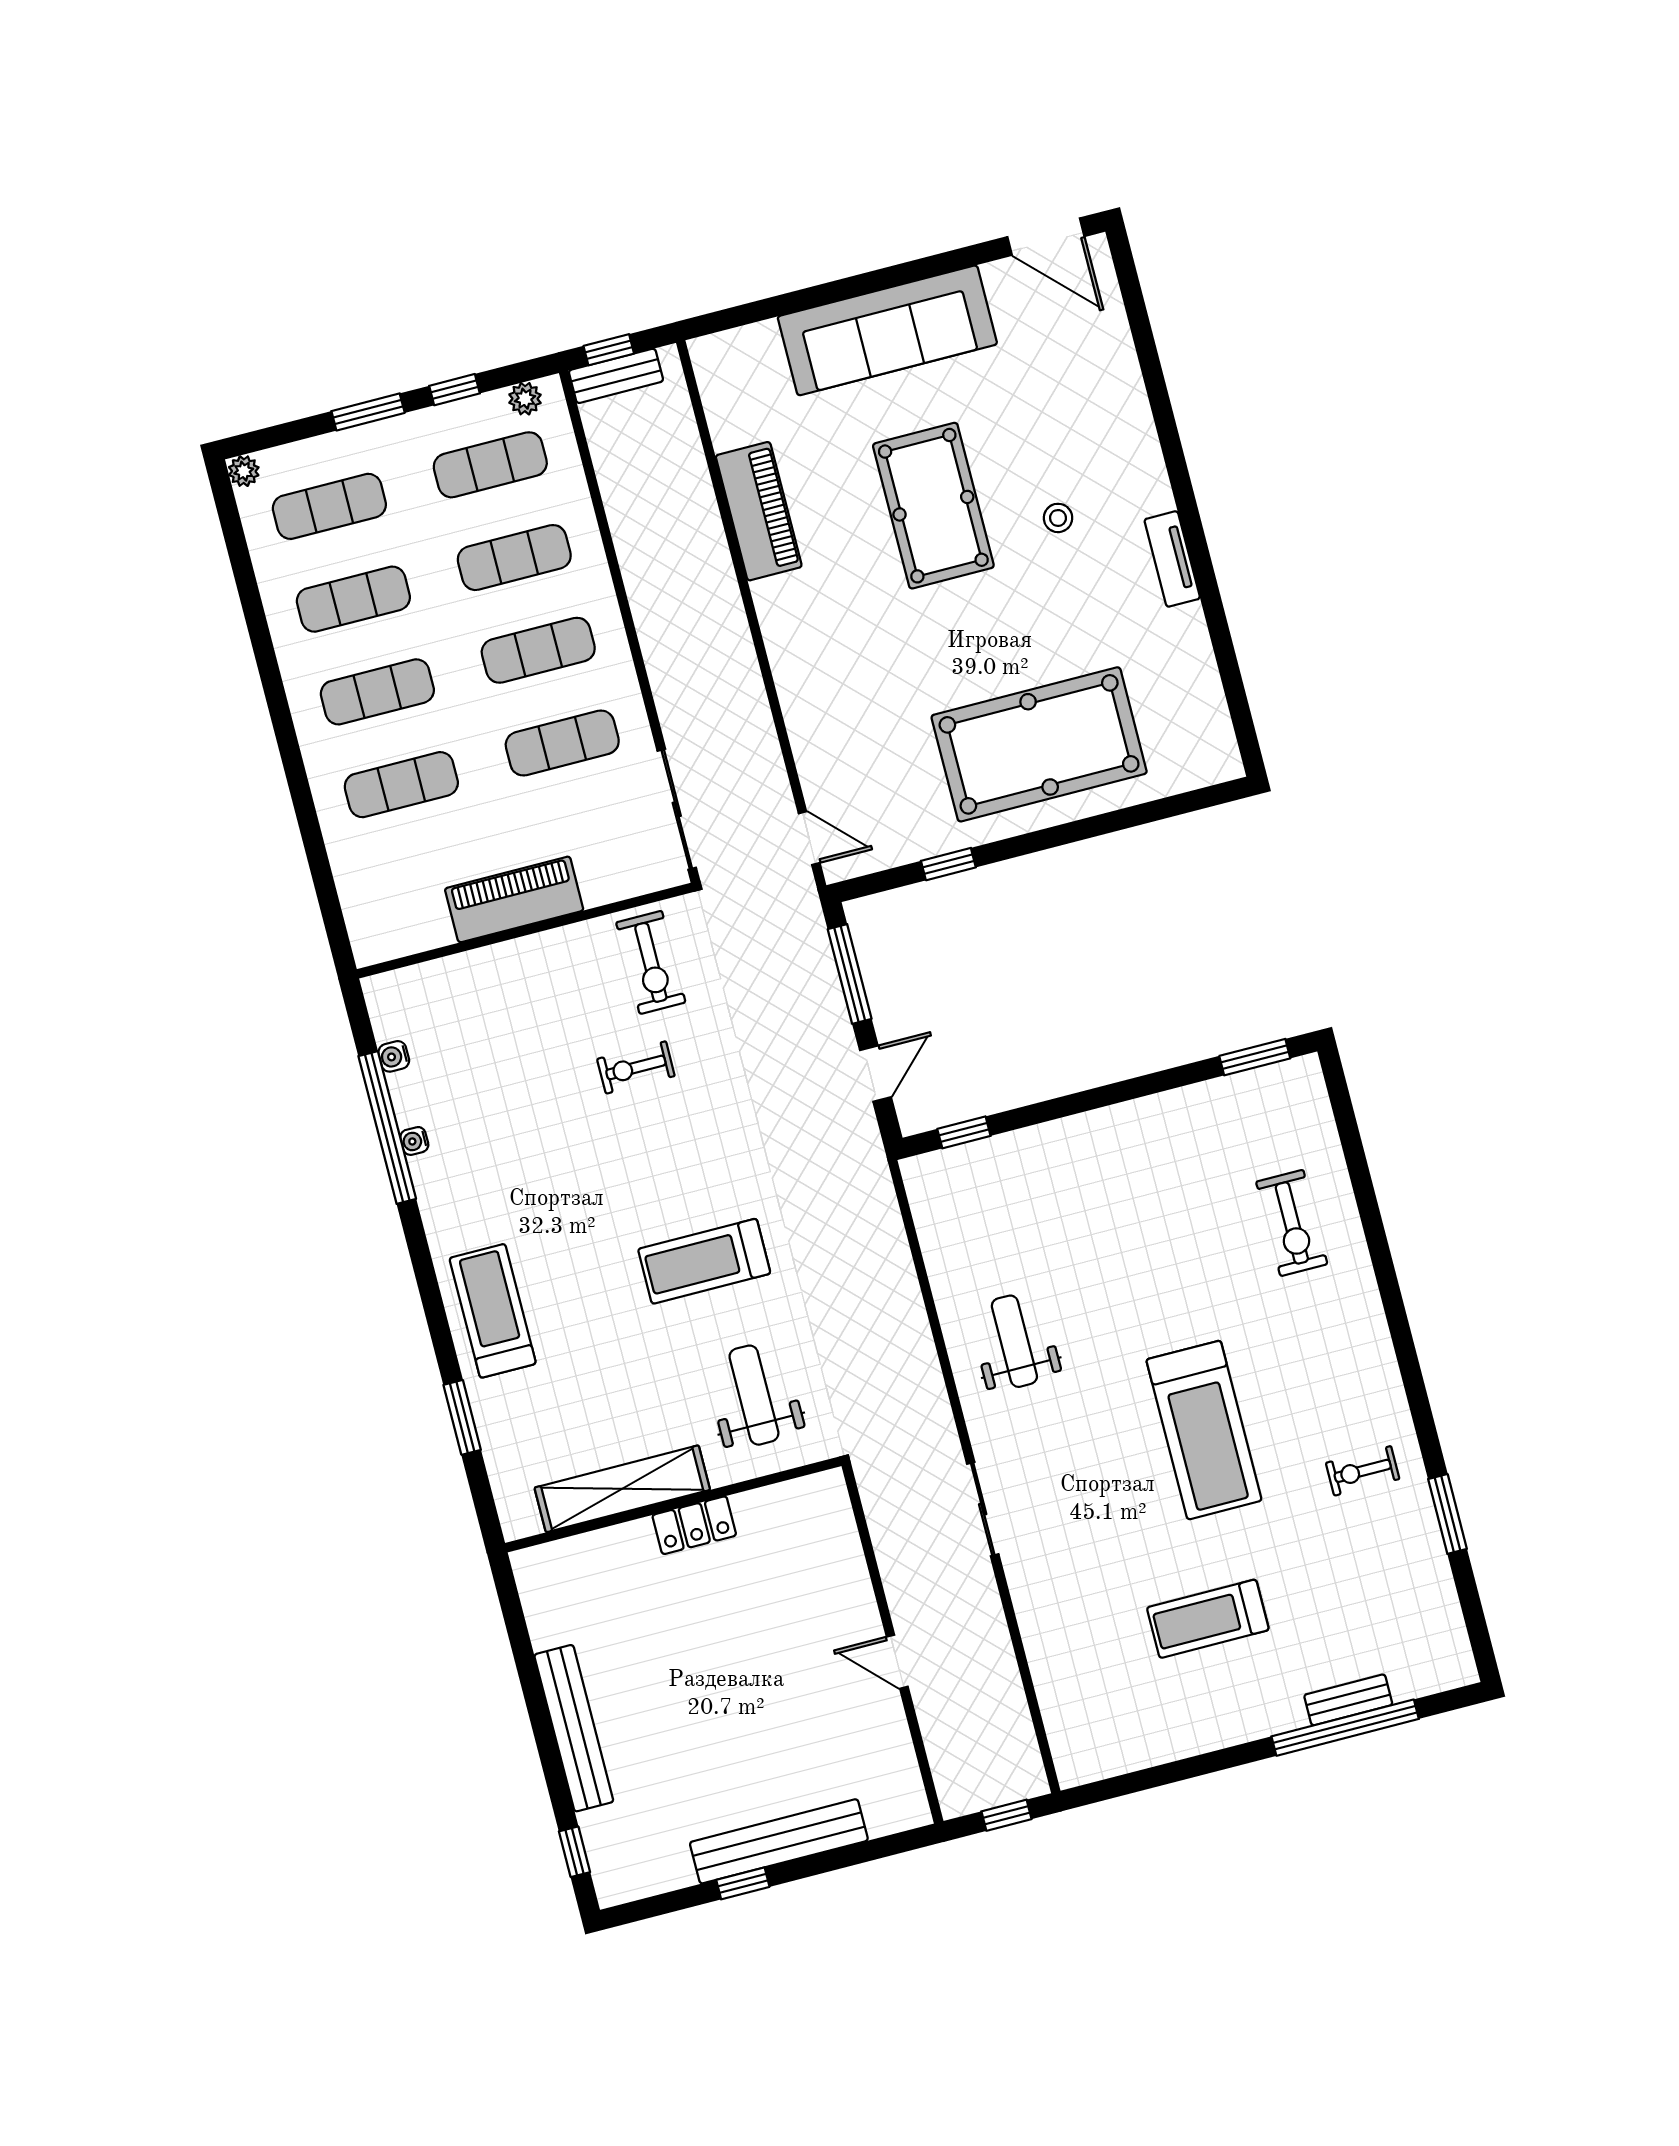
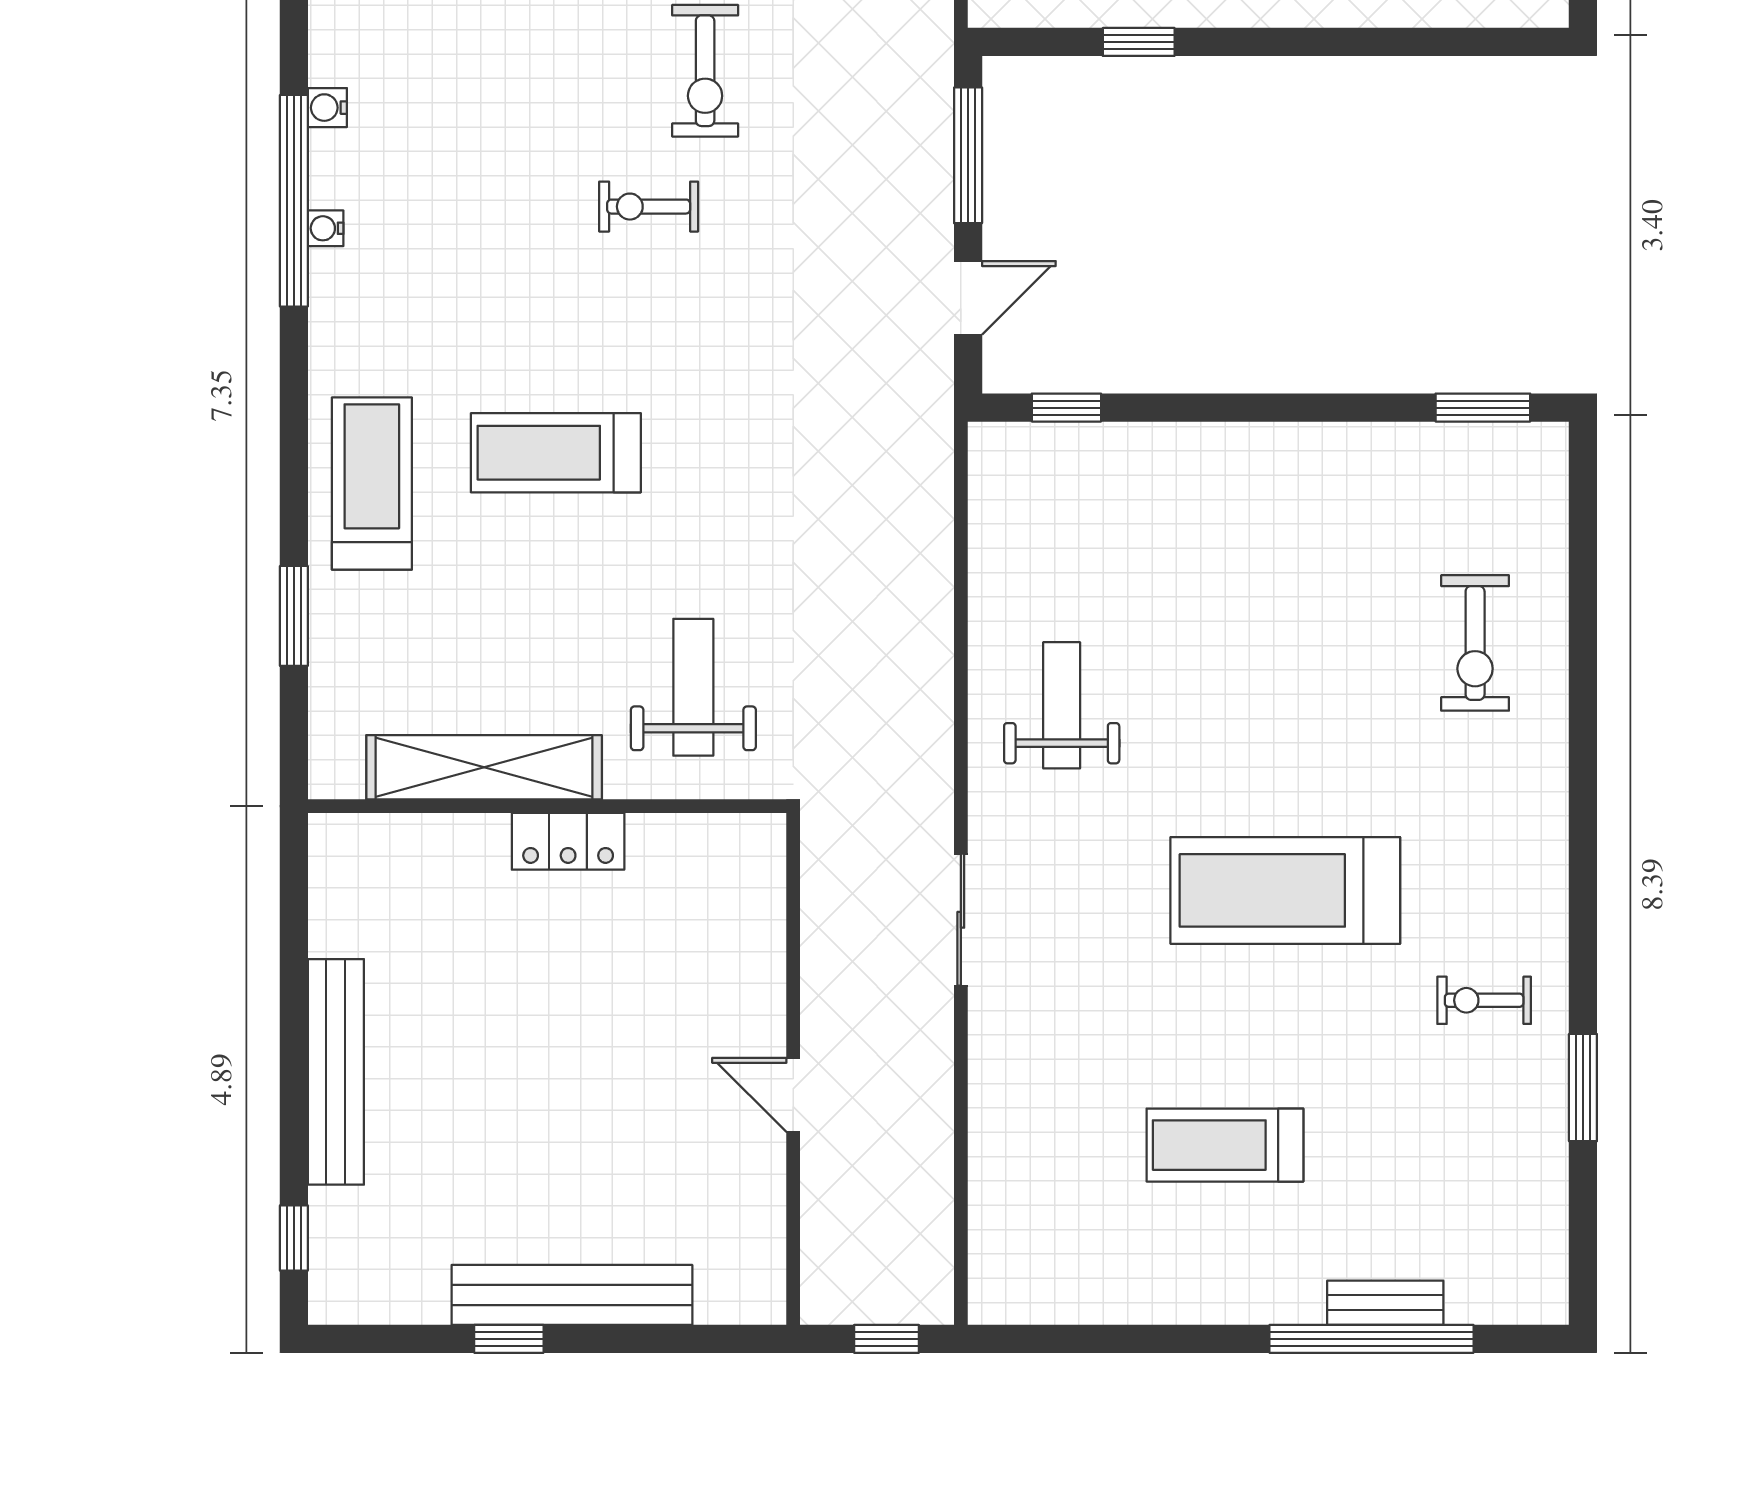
treadmill: (704, 1261) -> (556, 453), moved
treadmill: (1204, 1430) -> (1285, 890), turned 90

